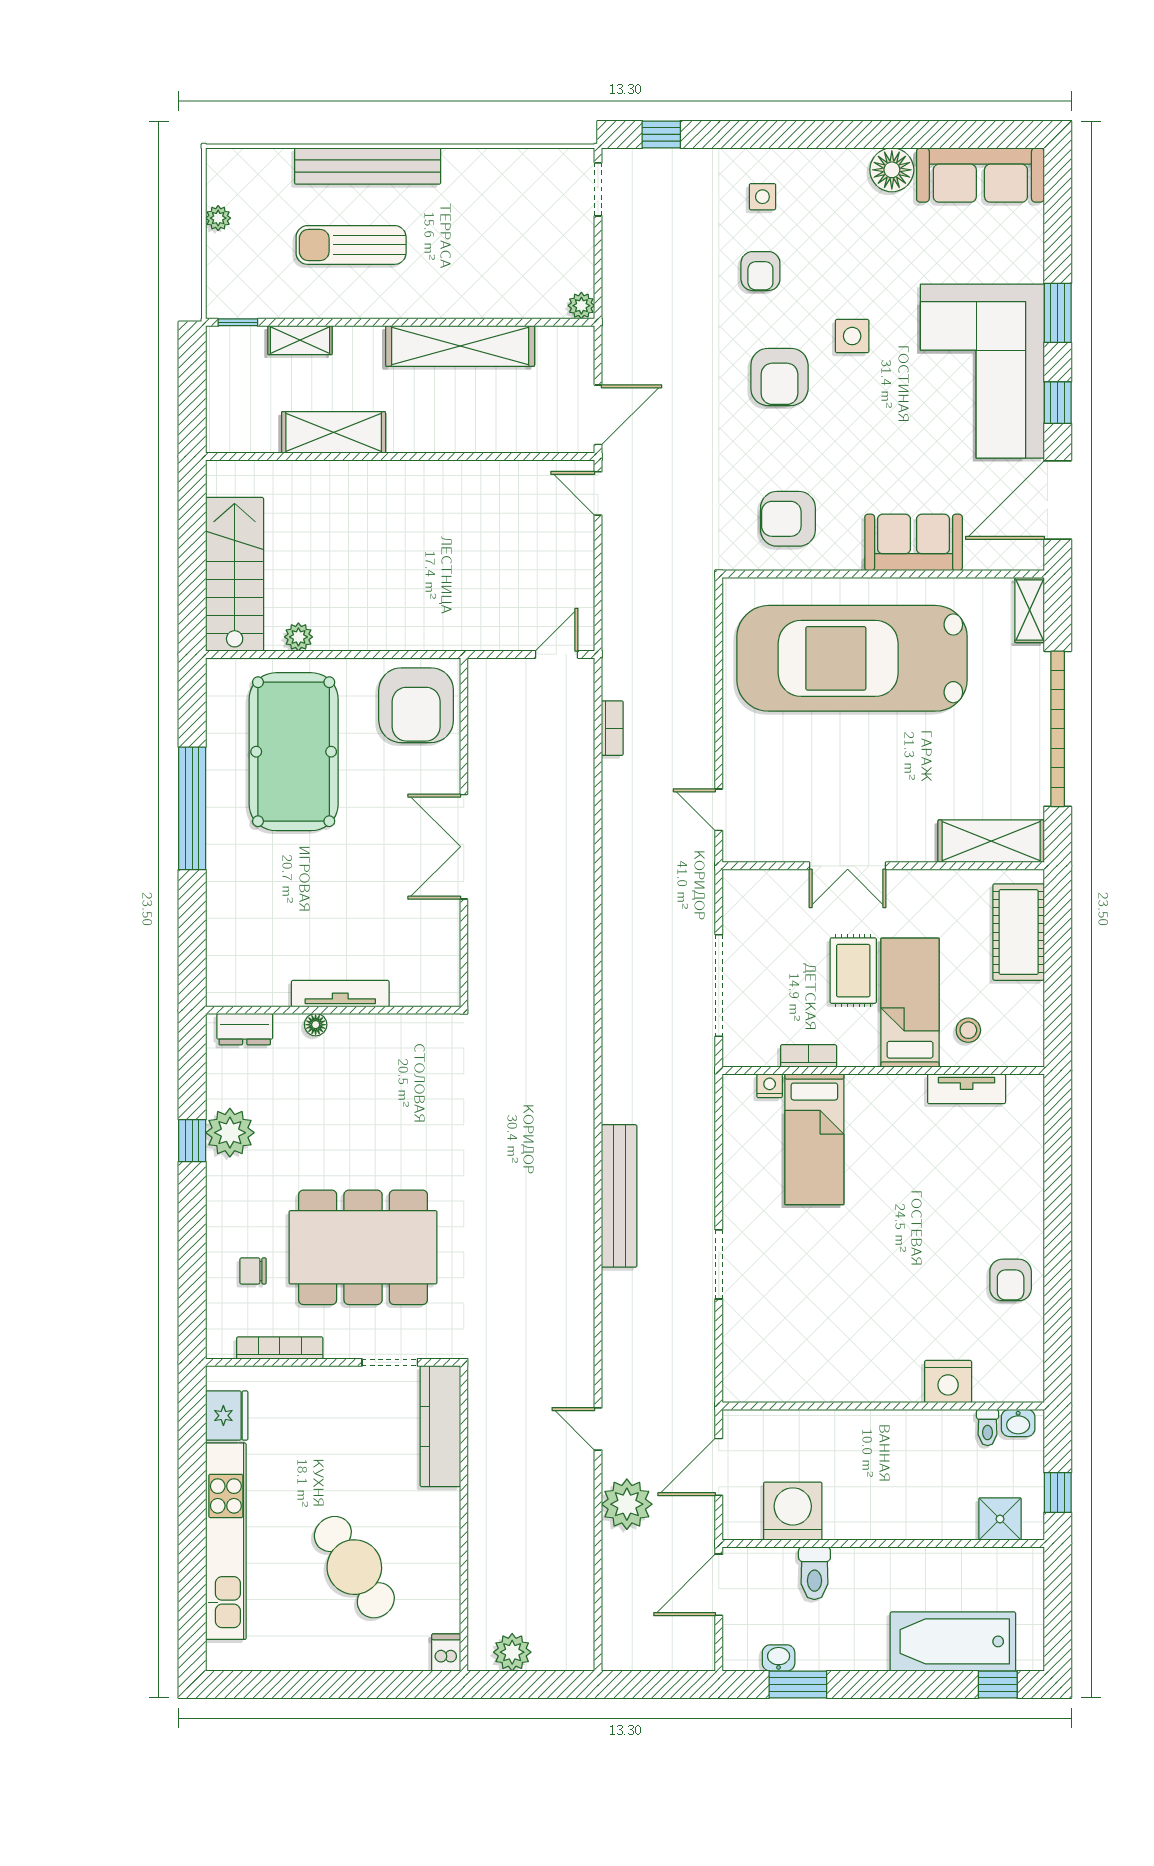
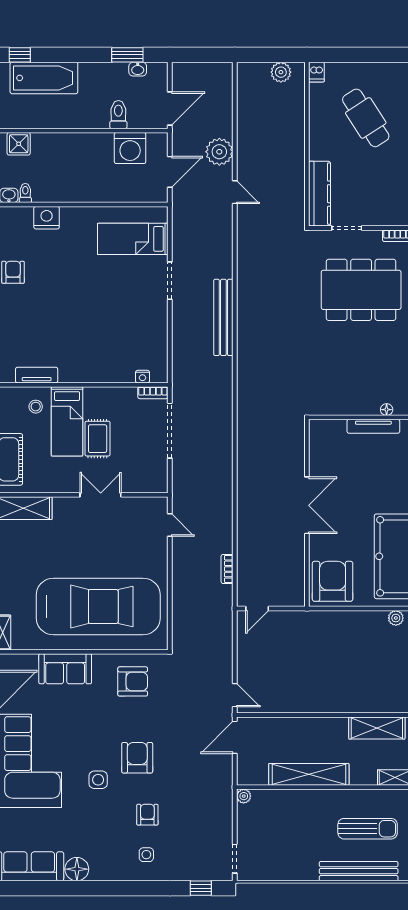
bookcase: (809, 1056) -> (153, 393), moved
bed: (814, 1139) -> (133, 239), moved, turned -90

